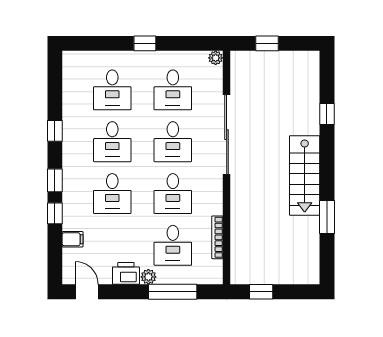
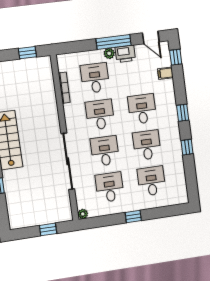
window: (55, 213) -> (176, 57), moved
window: (173, 292) -> (114, 42), moved

